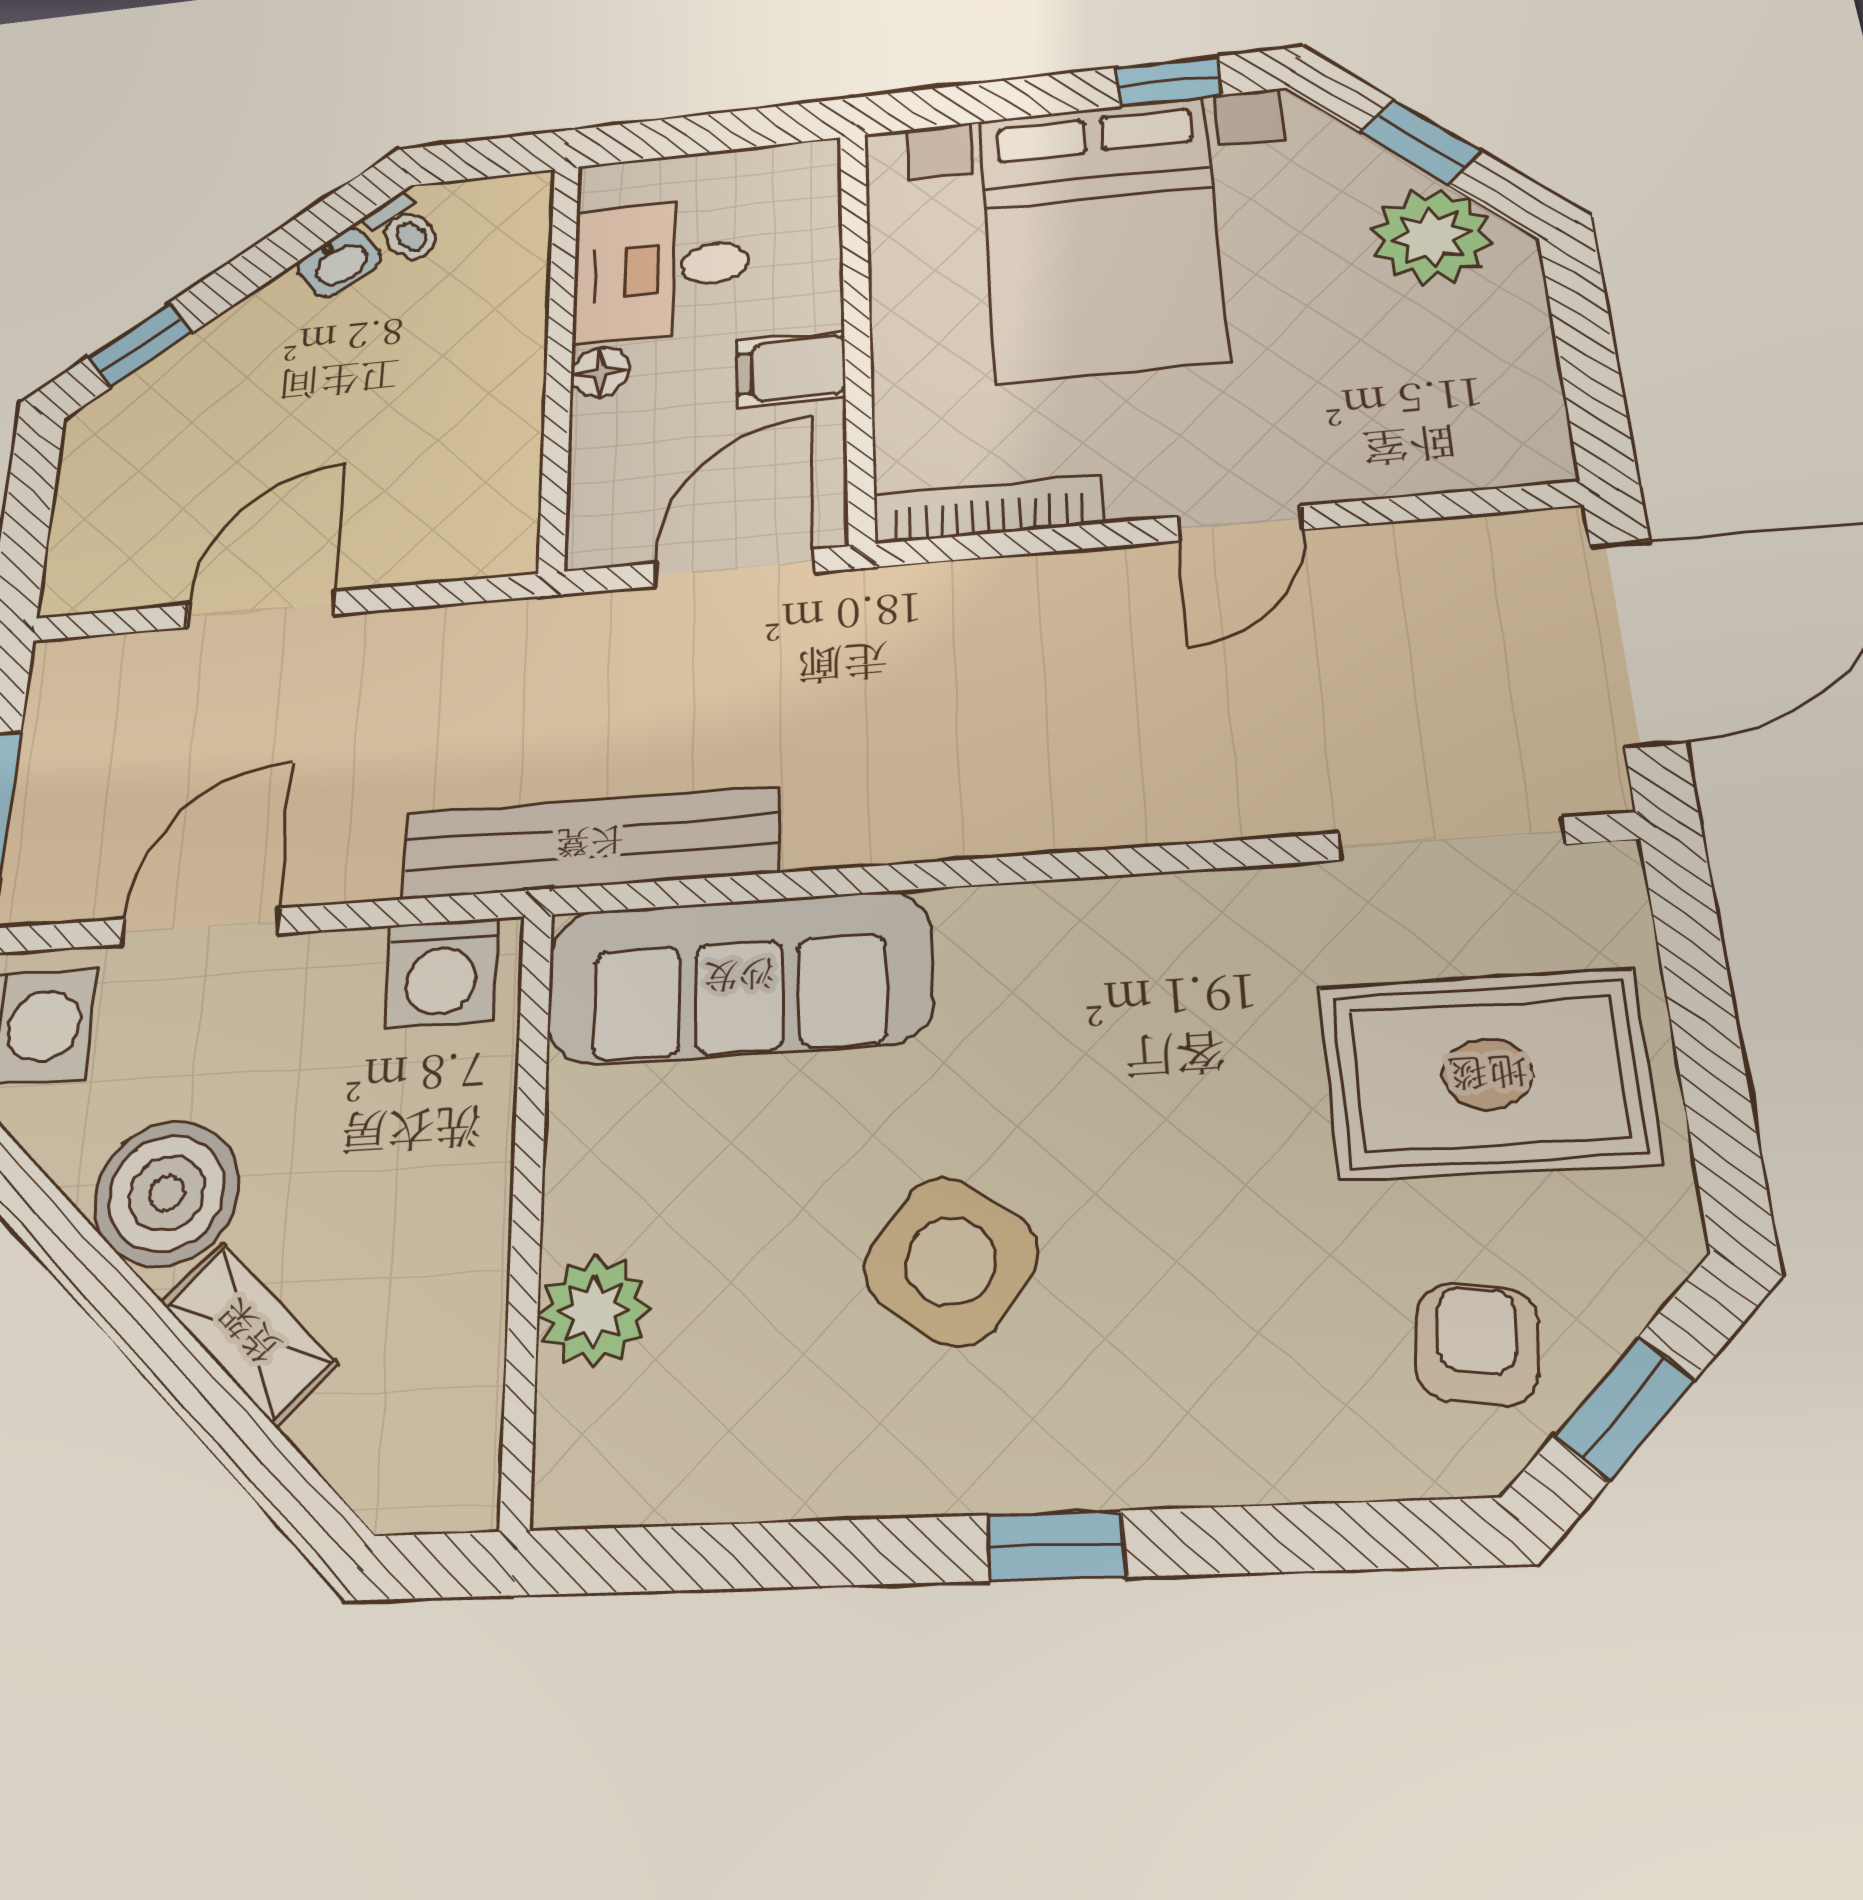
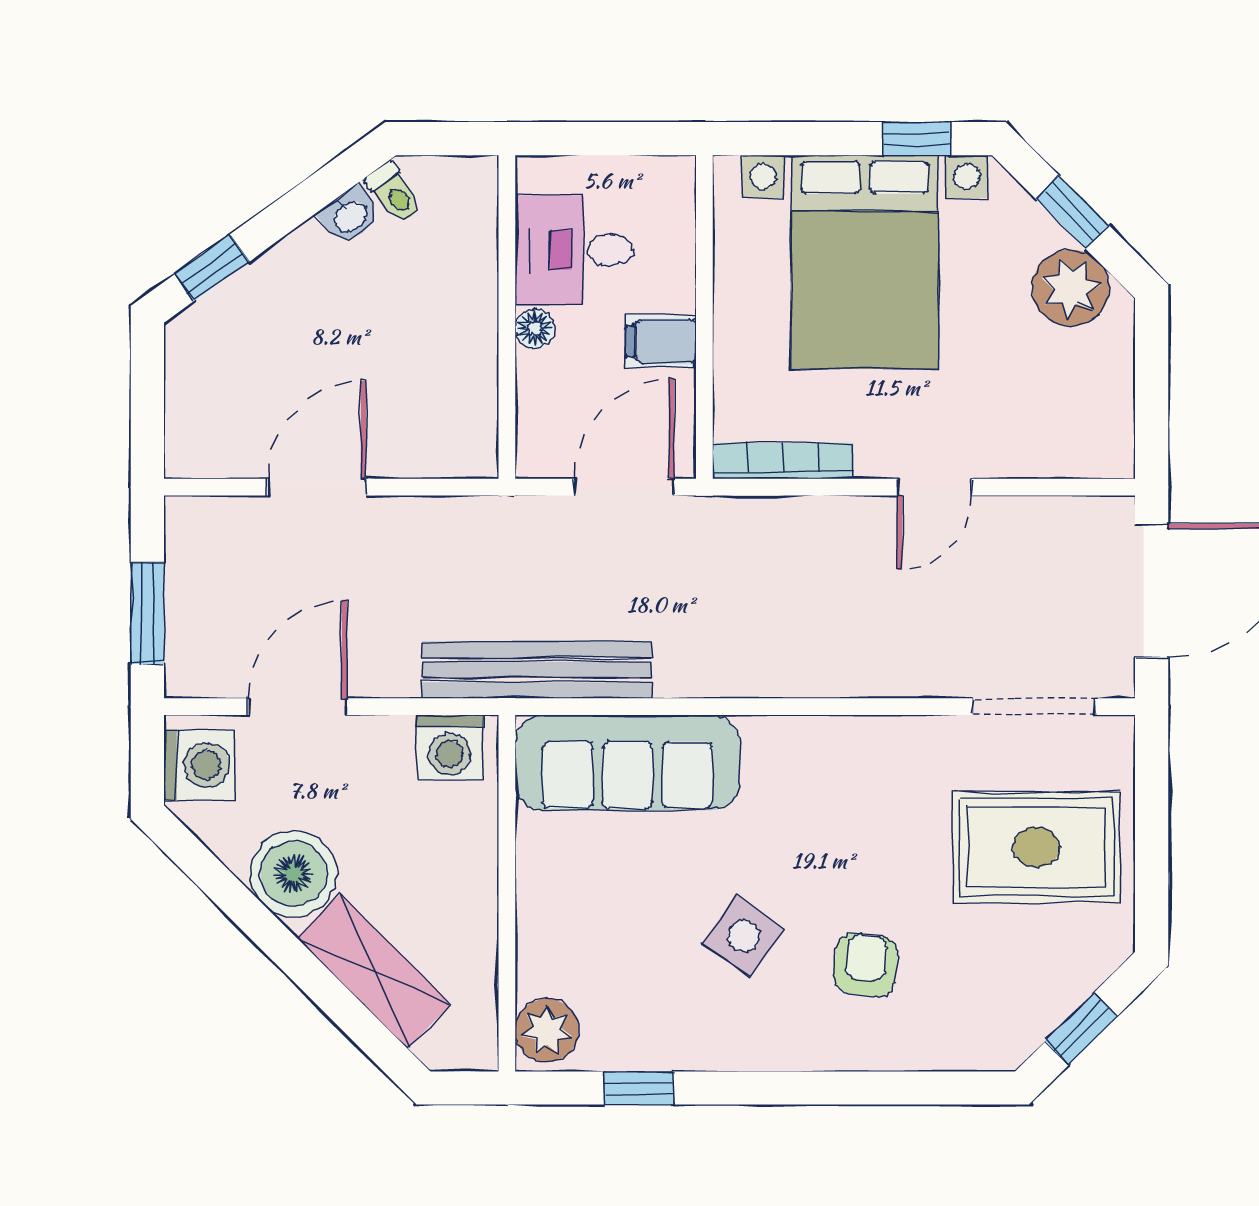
side table: (951, 1261) -> (744, 936), width x0.73, depth x0.73
plant: (594, 1311) -> (547, 1031), moved
shelving: (248, 1333) -> (374, 971), width x1.50, depth x1.33
armchair: (1477, 1344) -> (866, 965), moved
window: (1056, 1546) -> (639, 1088), moved

